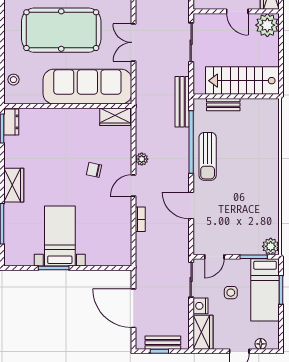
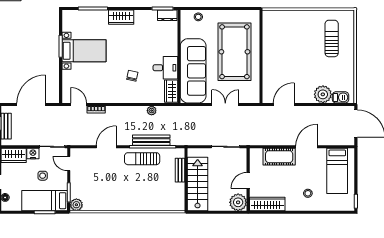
bench: (182, 102) -> (151, 140), moved
desk: (83, 125) -> (165, 68), added
plant: (142, 159) -> (152, 111), moved
door: (133, 185) -> (79, 105), moved

